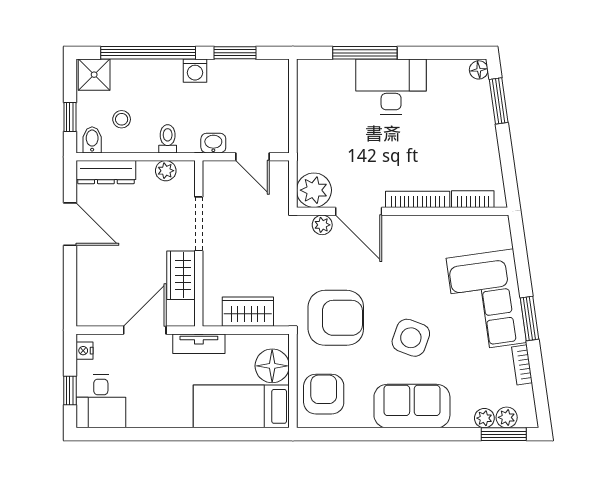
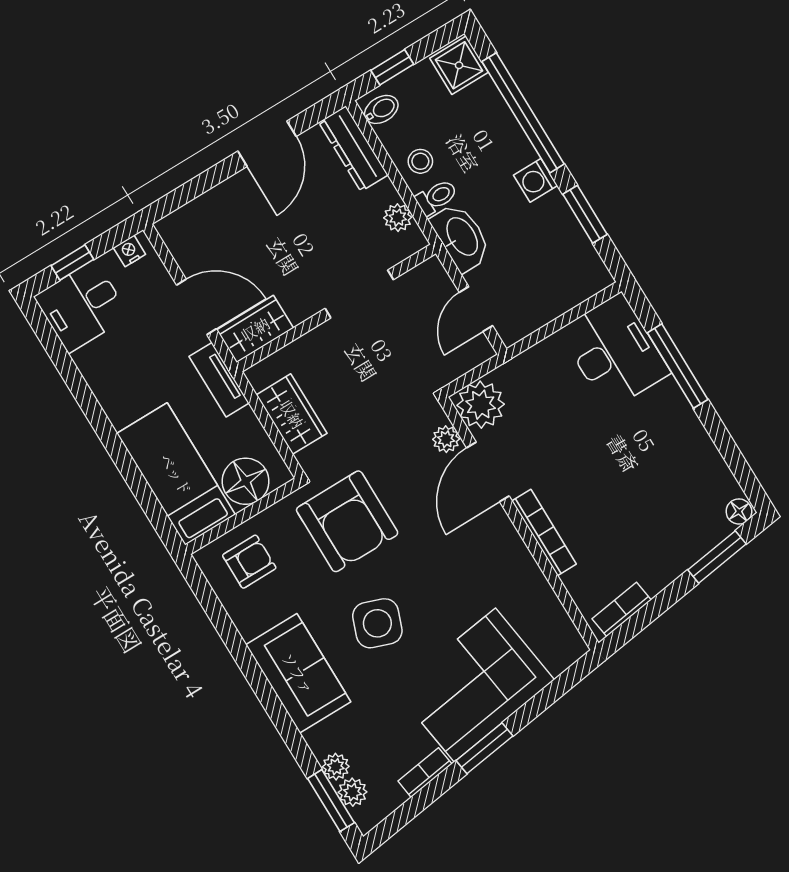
desk: (391, 87) -> (615, 352), moved
stool: (122, 119) -> (420, 161), moved
washbasin: (213, 143) -> (461, 237), width x1.91, depth x1.45
bookcase: (473, 199) -> (622, 609), moved, turned -98
wardrobe: (181, 275) -> (255, 329), moved
armchair: (324, 394) -> (249, 562), width x0.72, depth x0.72

